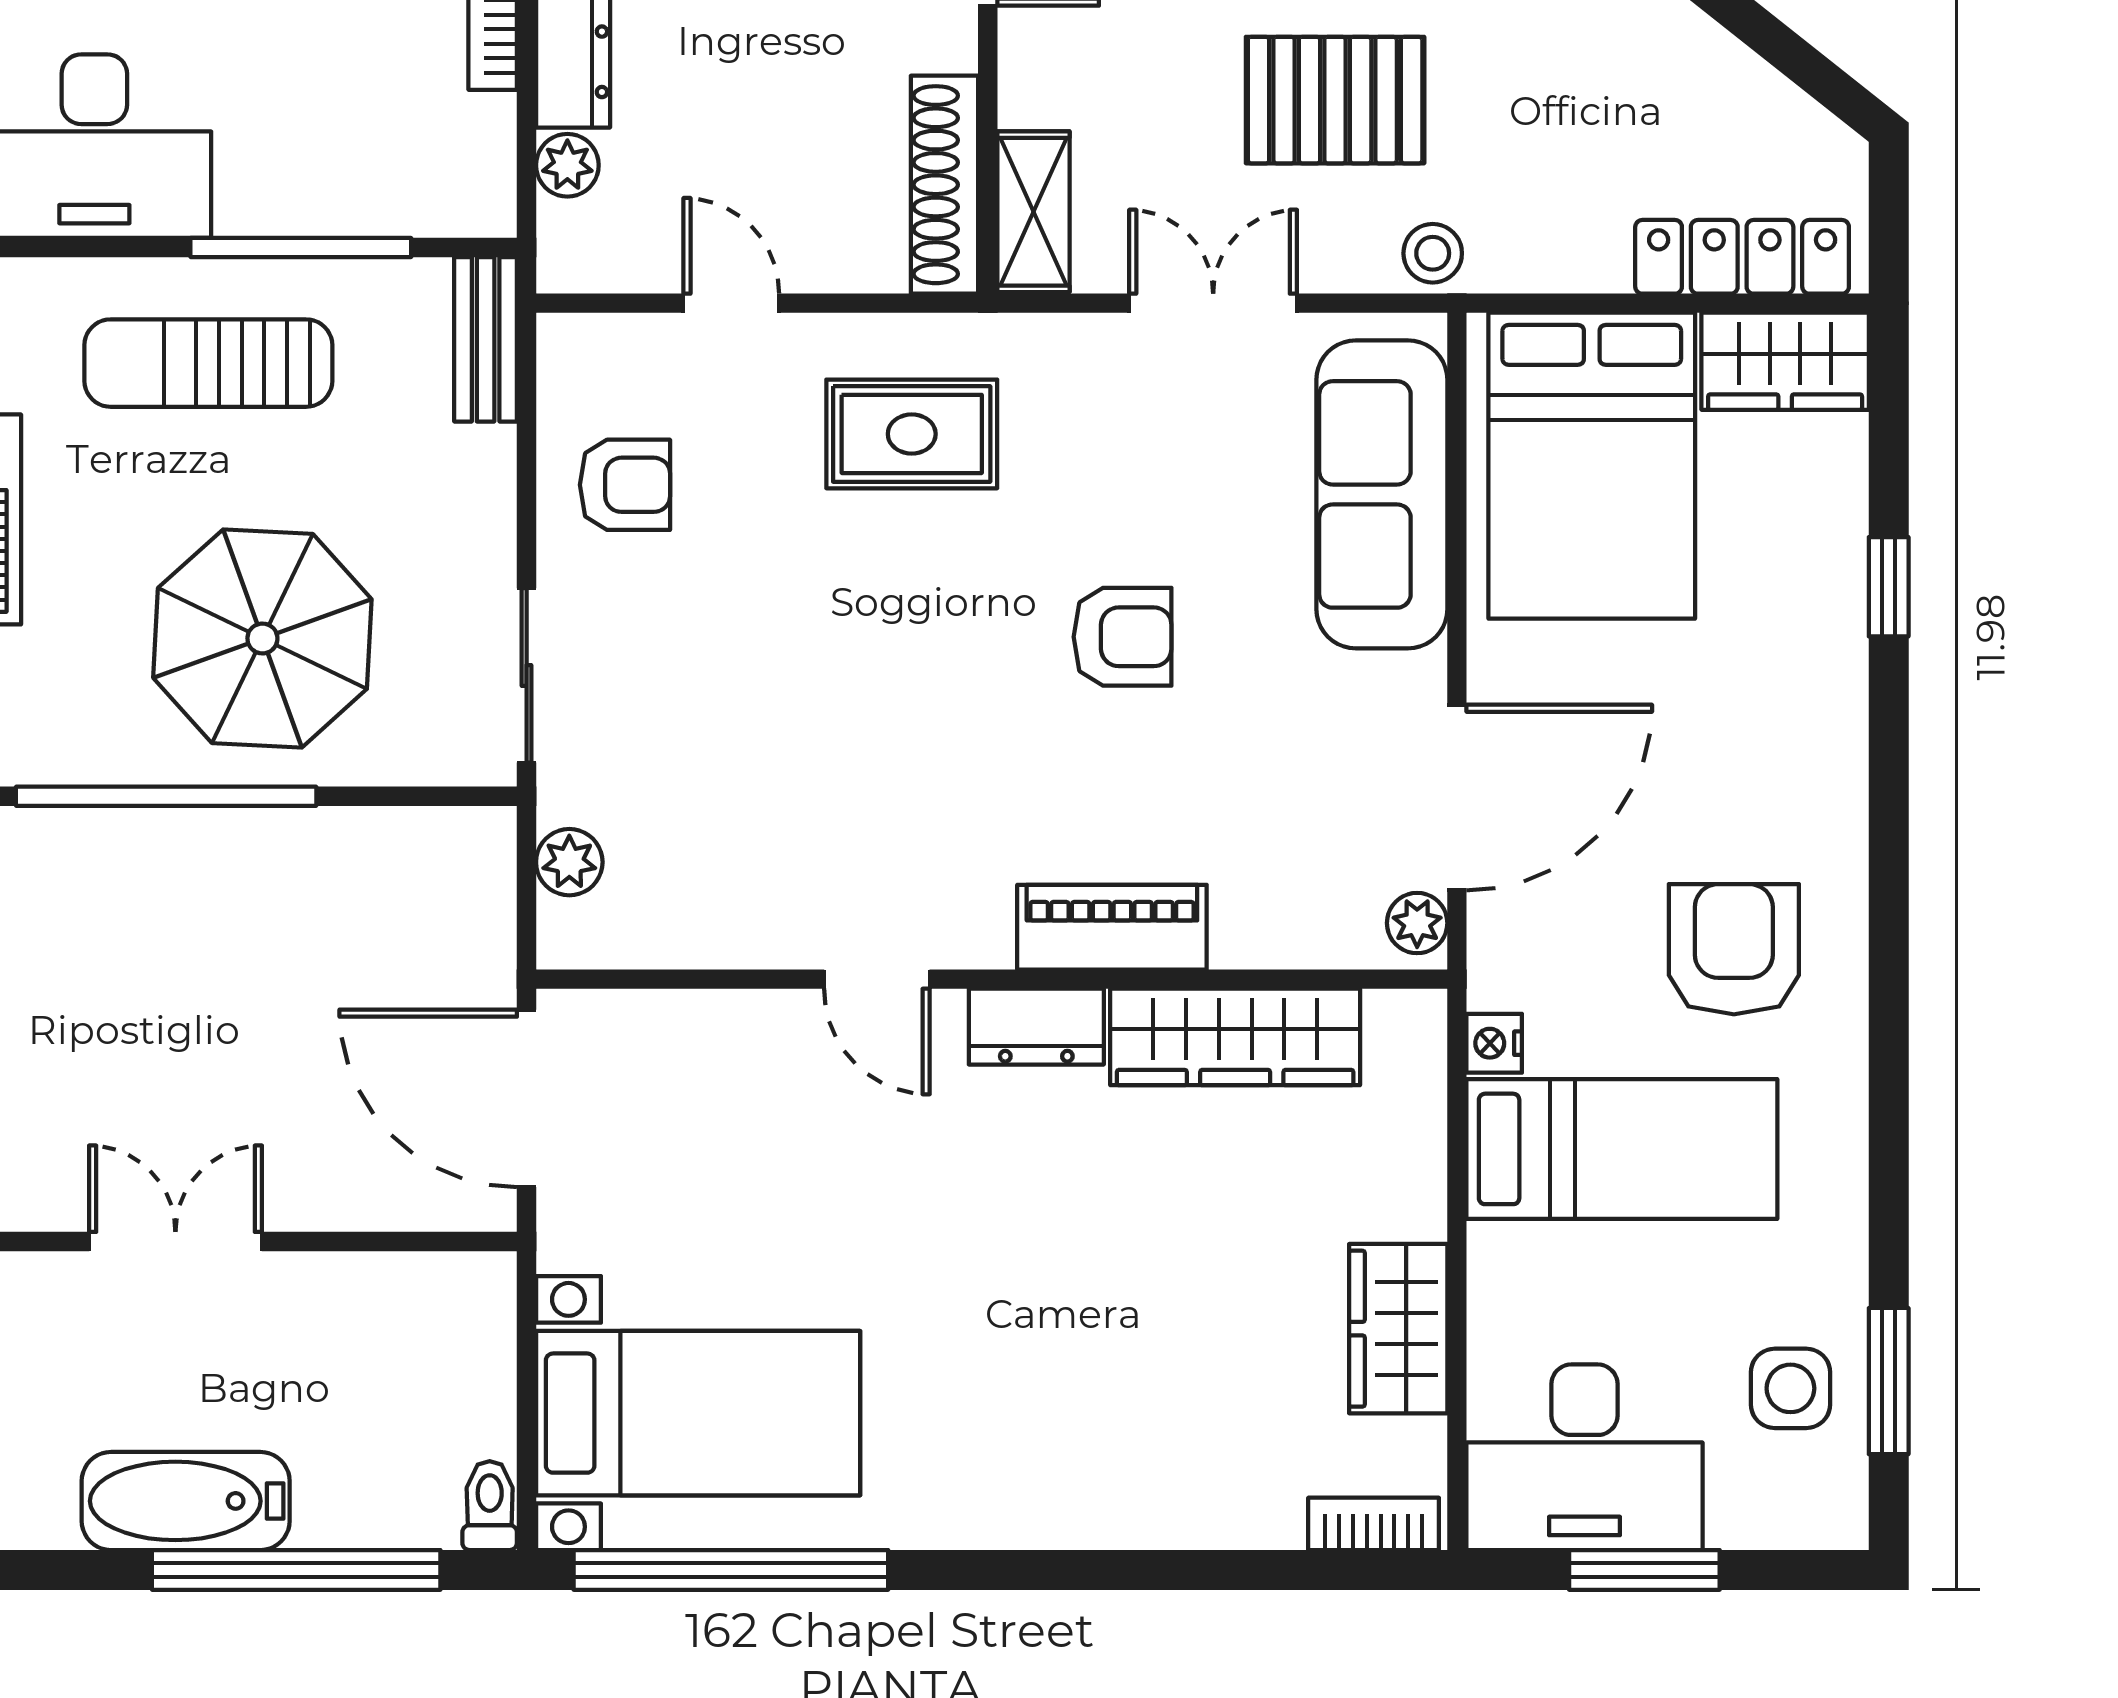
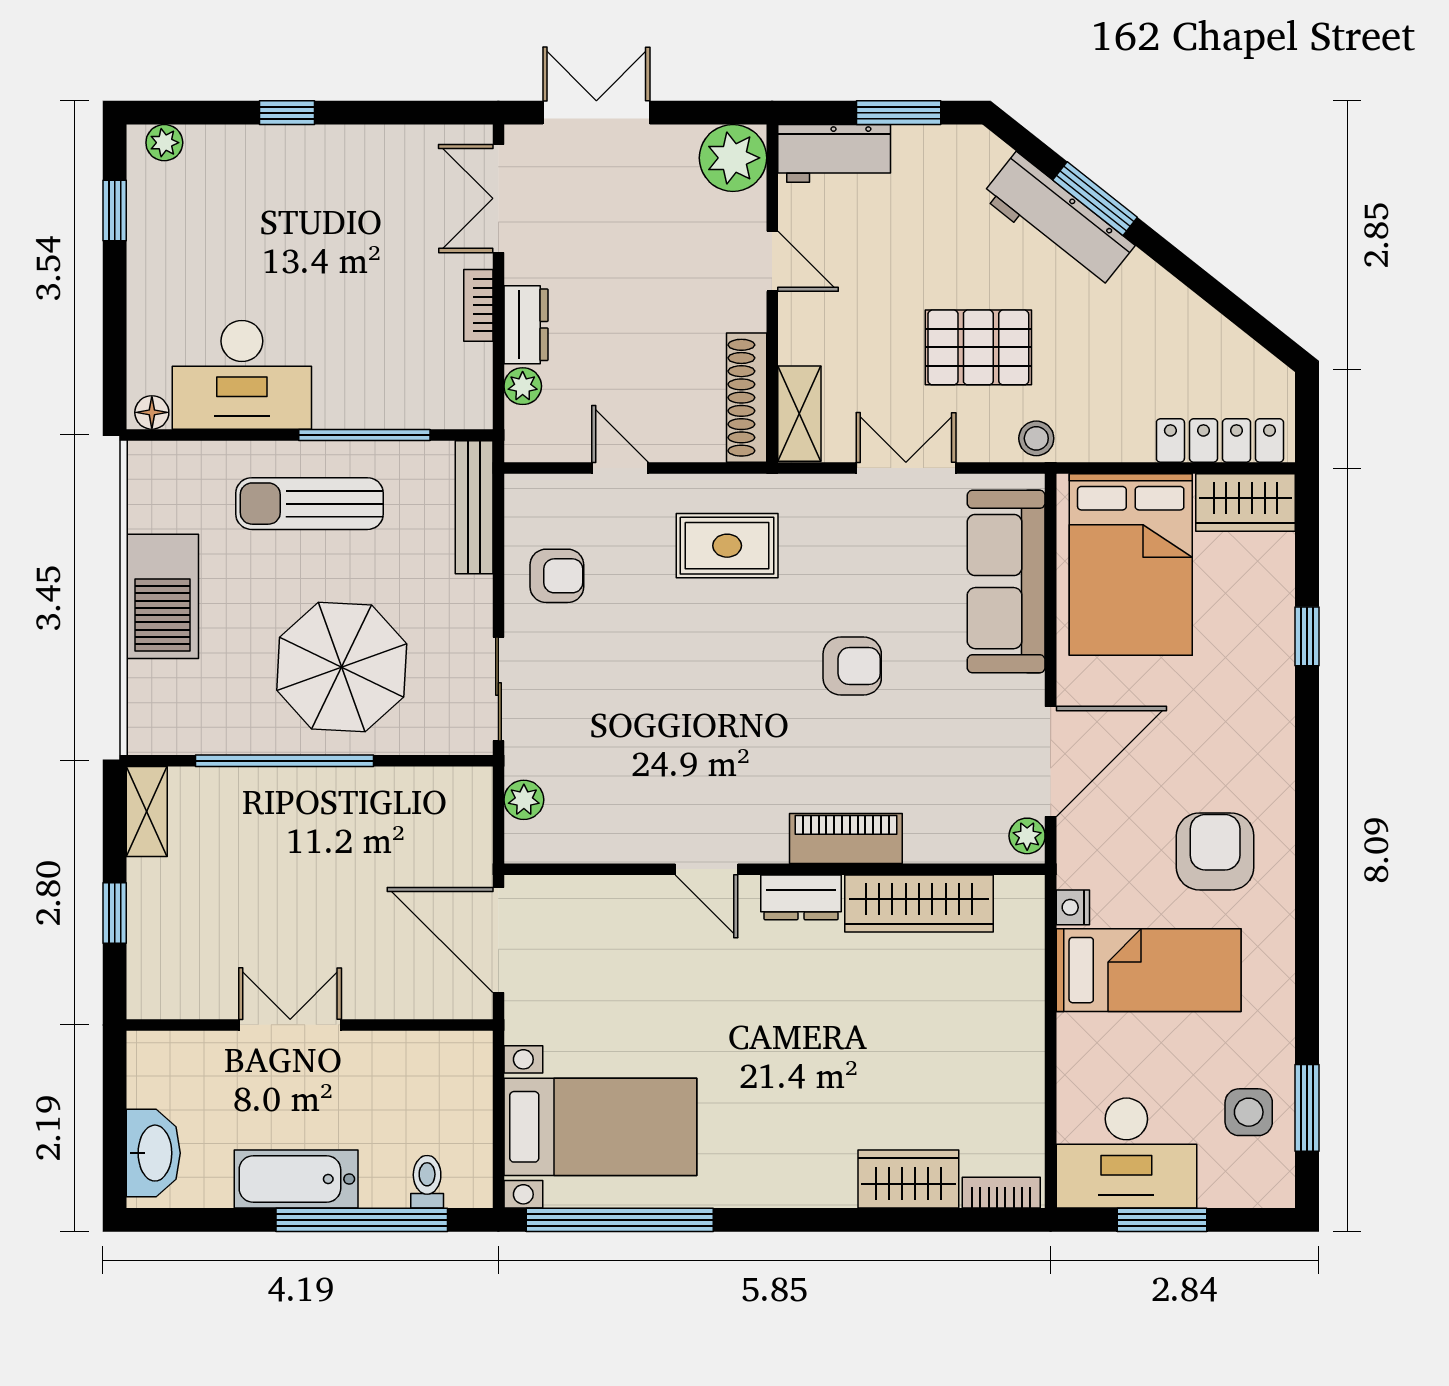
bench: (486, 339) -> (474, 507), width x1.36
wardrobe: (1398, 1329) -> (908, 1179), moved, turned 90
toilet: (490, 1506) -> (427, 1182), moved

